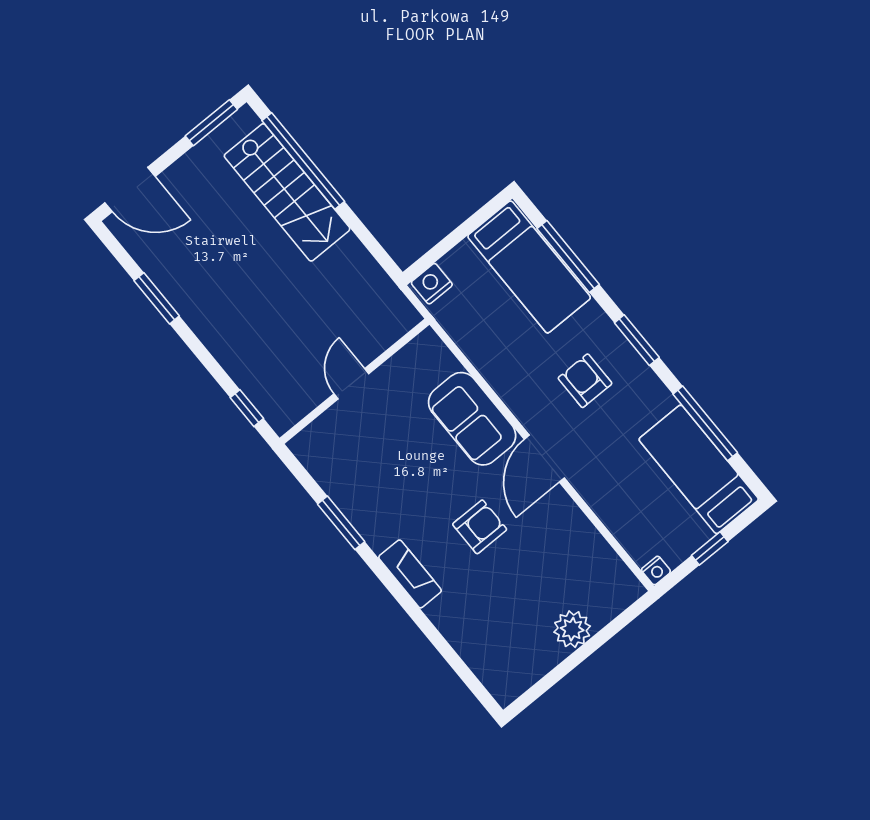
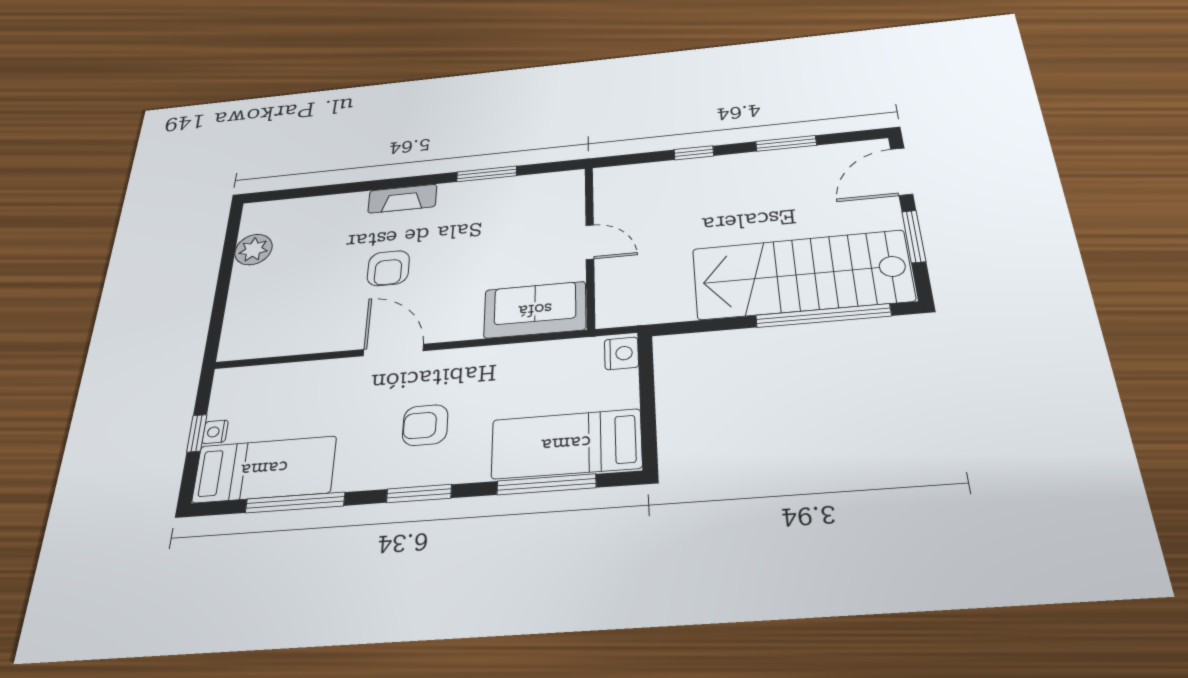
window: (211, 123) -> (914, 236), moved
stairs: (287, 192) -> (801, 275), width x1.36, depth x1.51
armchair: (585, 381) -> (425, 425), turned 180
window: (247, 408) -> (694, 153), moved
sofa: (472, 419) -> (535, 310), moved
nightstand: (656, 571) -> (215, 432), moved
plant: (572, 629) -> (253, 250), moved

